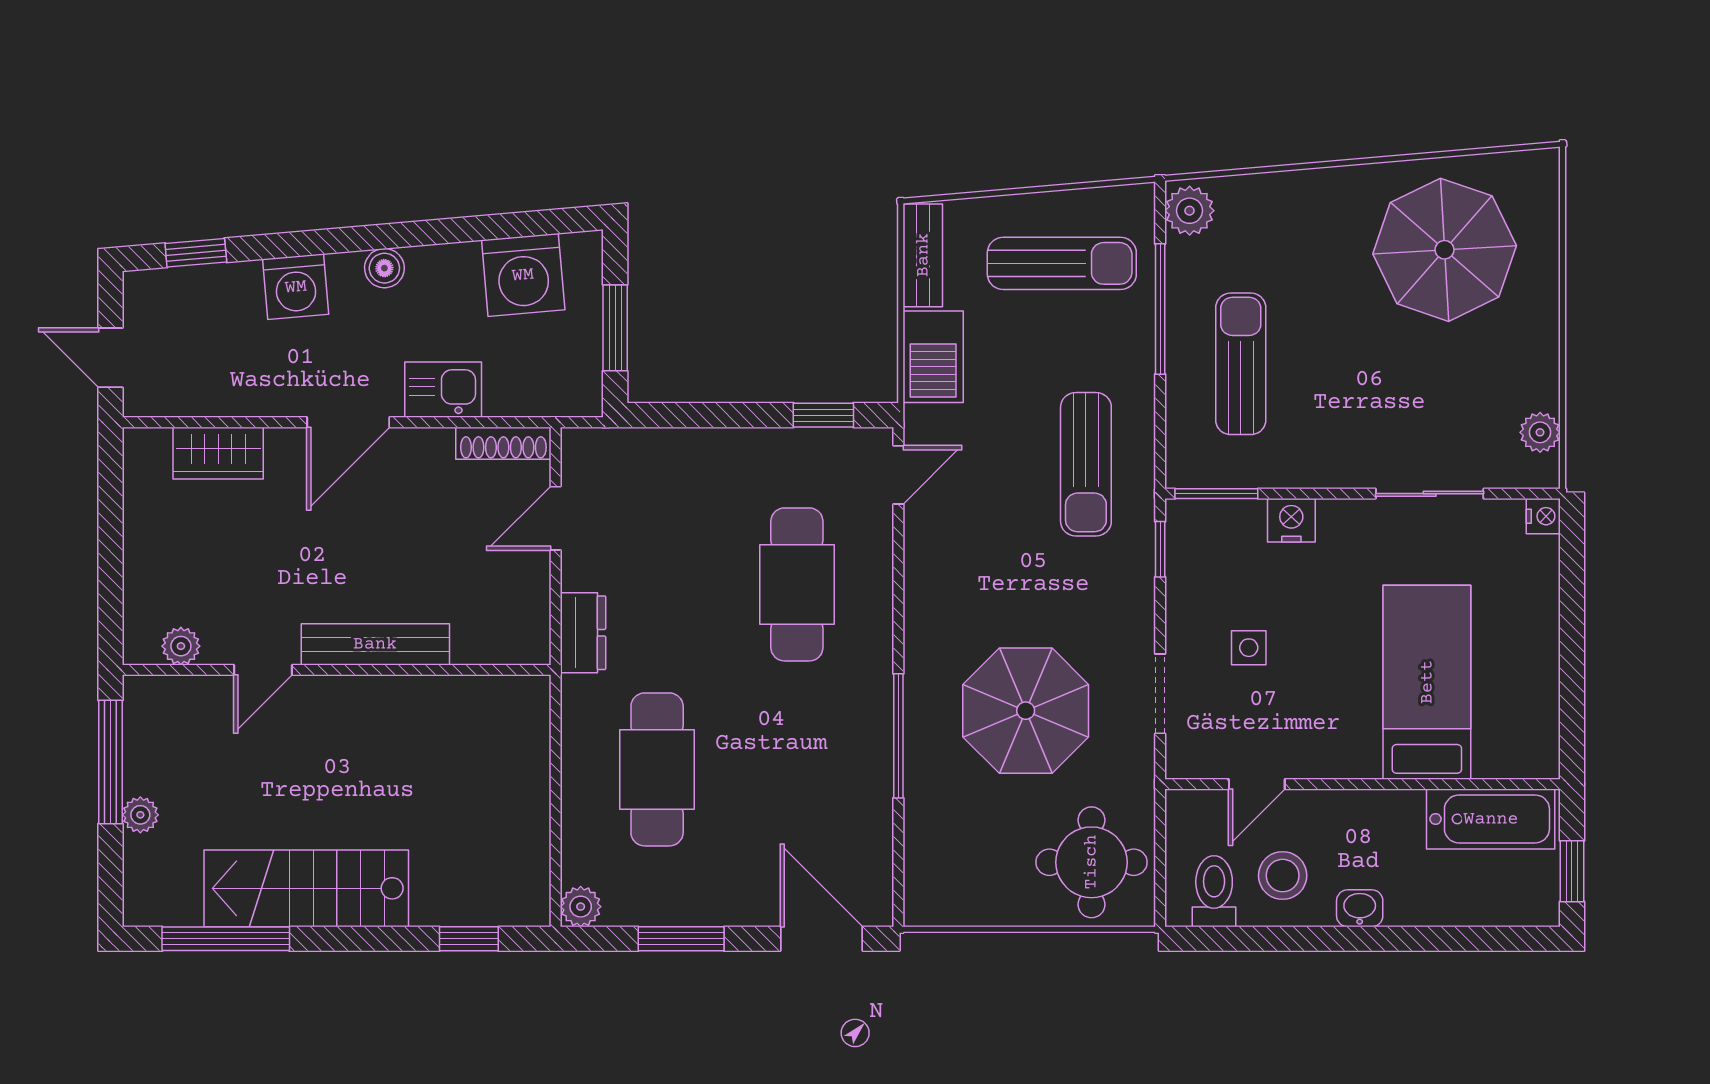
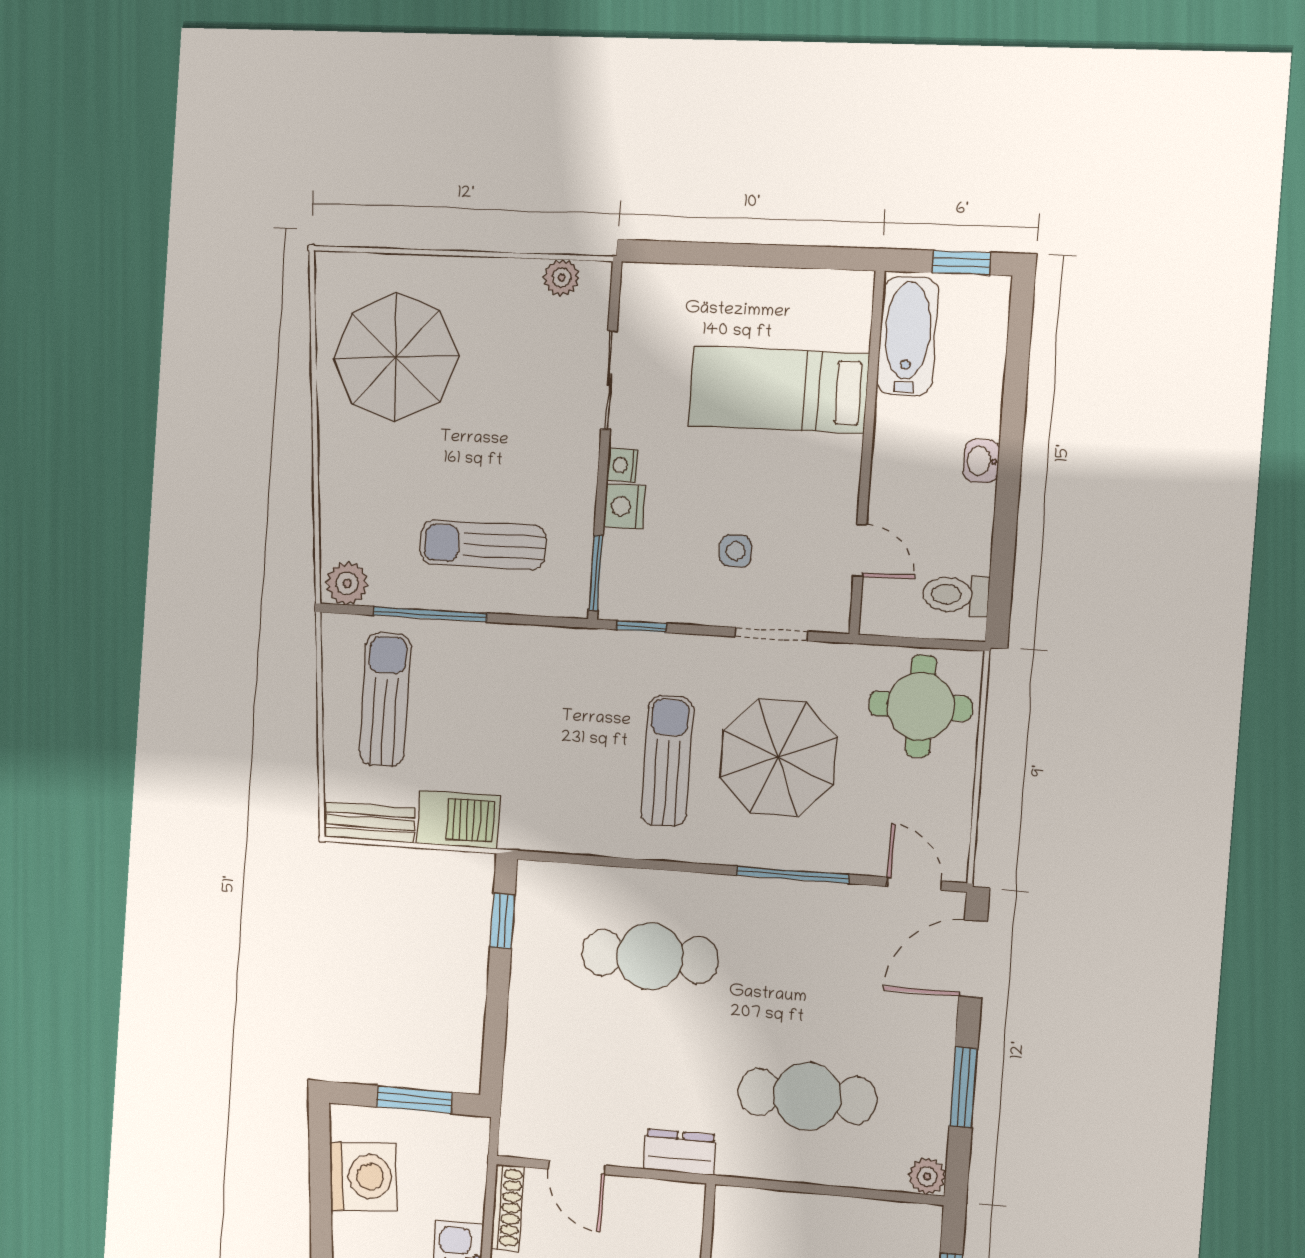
sun lounger: (1086, 464) -> (667, 761), moved, turned -90
door: (898, 475) -> (914, 884), moved
nightstand: (1543, 516) -> (622, 465), moved, turned -90
stool: (1283, 876) -> (946, 531), removed

